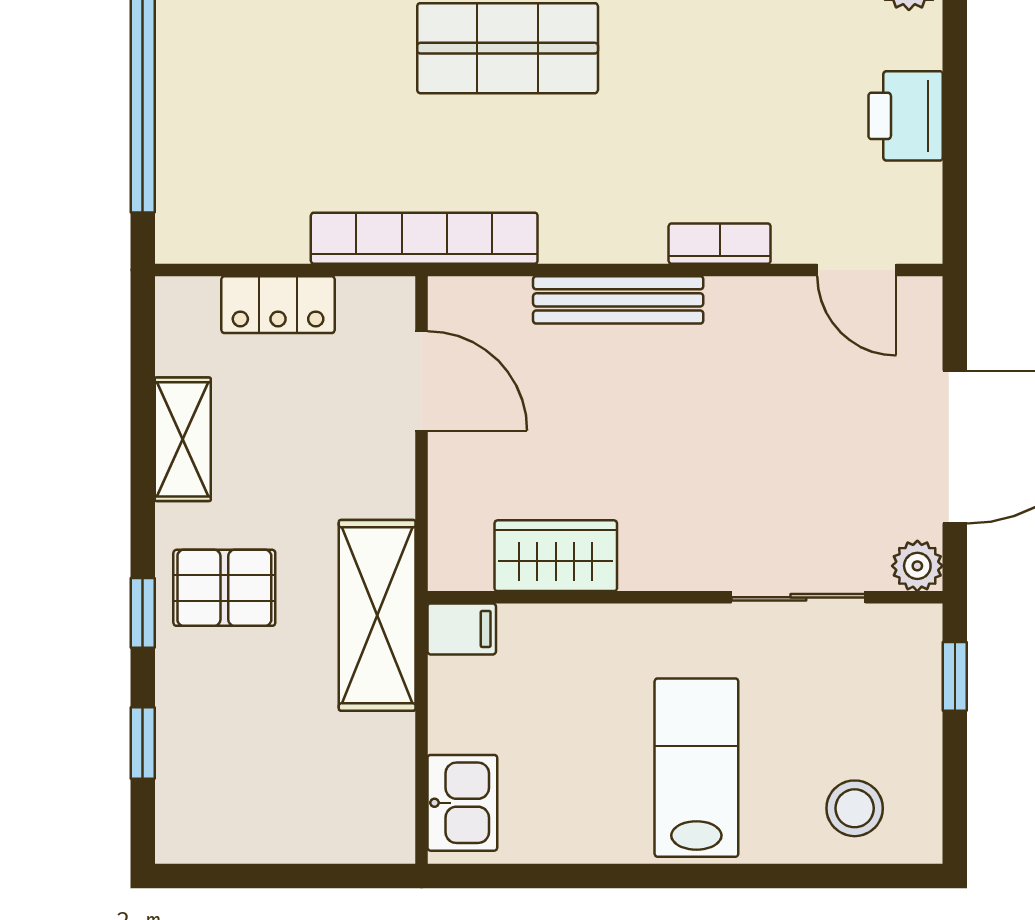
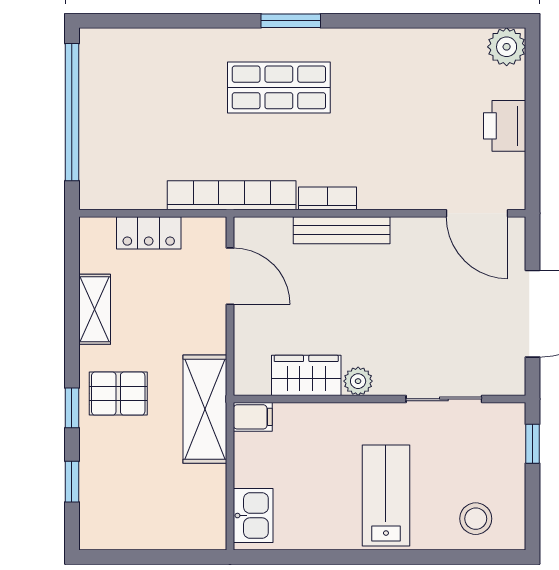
bookcase: (720, 244) -> (327, 198), moved
door: (857, 270) -> (477, 213), width x1.38
plant: (917, 566) -> (358, 381), moved

